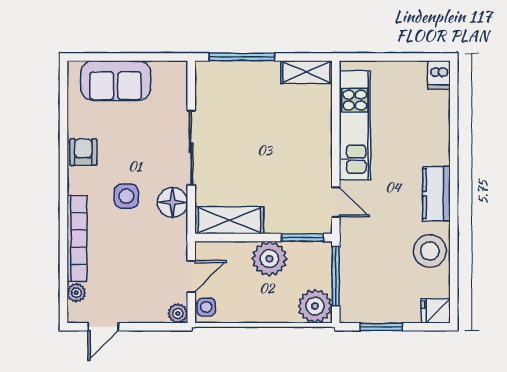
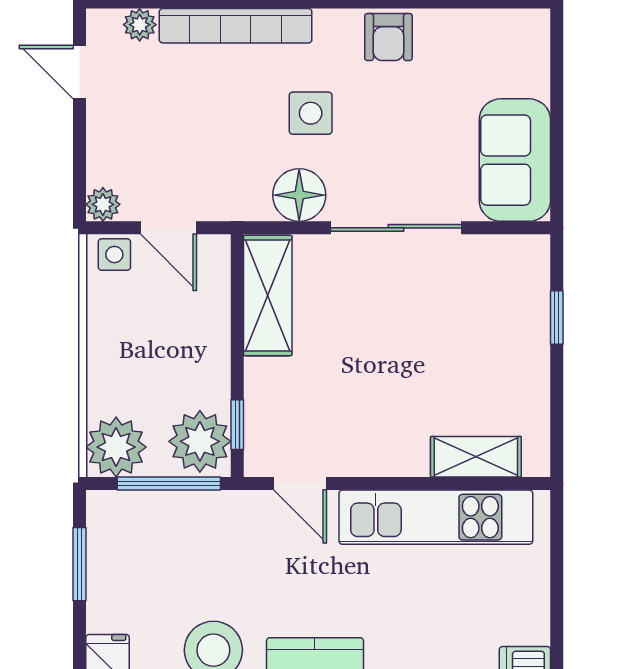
window: (242, 57) -> (557, 317), width x0.46
shelving: (306, 72) -> (476, 457), moved, turned 90
sofa: (116, 81) -> (515, 160), moved
armchair: (83, 152) -> (388, 37), turned 90
door: (336, 202) -> (300, 483), hinge flipped
window: (302, 238) -> (237, 425), width x0.67
plant: (269, 259) -> (200, 441), moved

